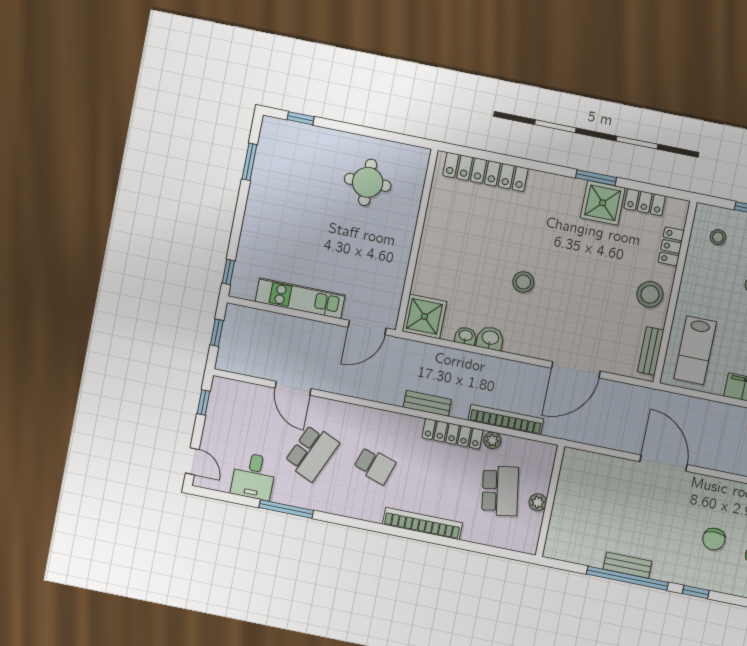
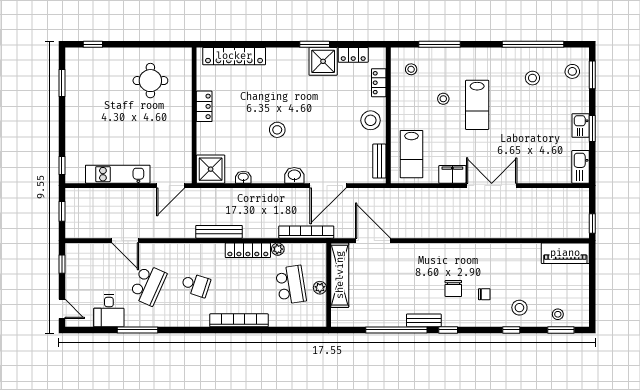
locker: (432, 231) -> (204, 106), added
washbasin: (490, 338) -> (294, 175), moved
bench: (427, 403) -> (219, 232), width x1.36
bookcase: (506, 420) -> (306, 232), moved
door: (663, 463) -> (373, 241), moved
shelving: (567, 491) -> (340, 275), added
bench: (627, 565) -> (424, 320), moved

